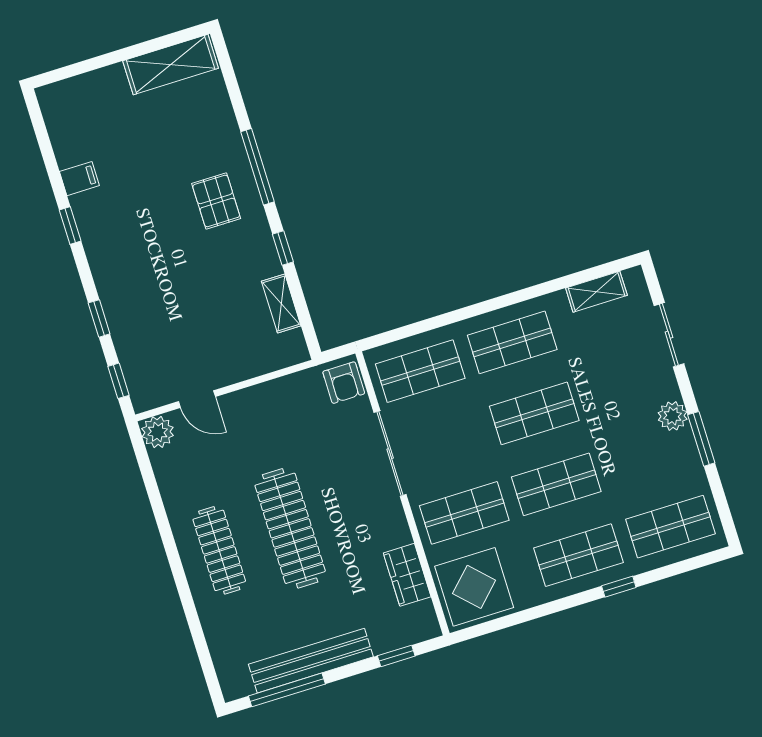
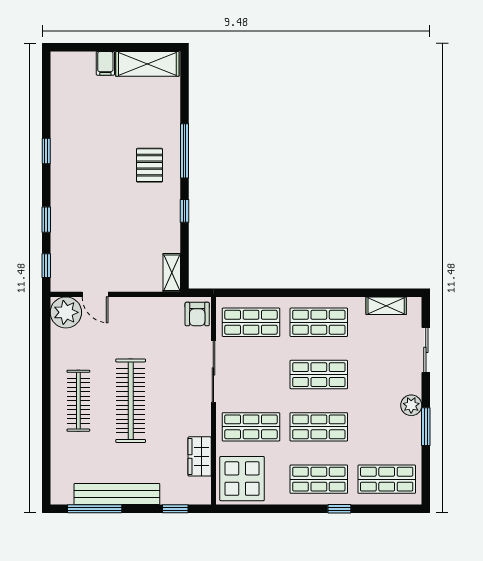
filing cabinet: (79, 179) -> (105, 63), moved, turned 90
shelving: (281, 303) -> (172, 273), moved
plant: (158, 432) -> (66, 312), width x1.36, depth x1.36

